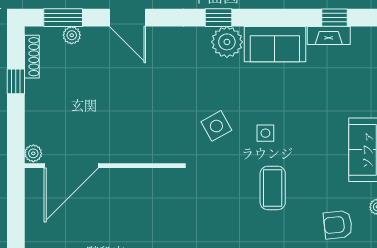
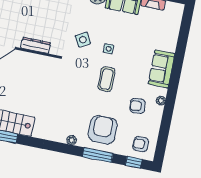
dresser: (134, 153) -> (36, 45), added

